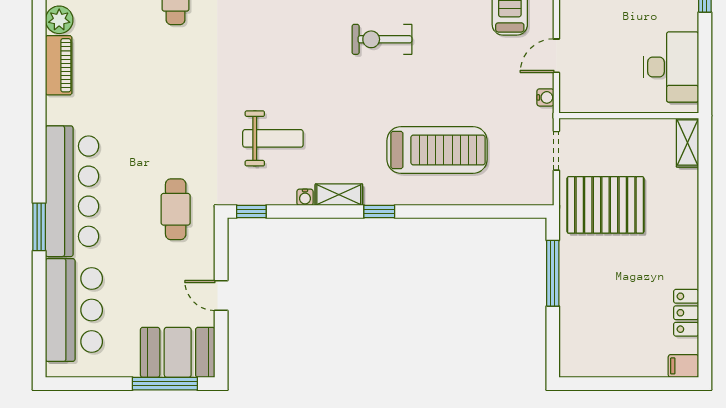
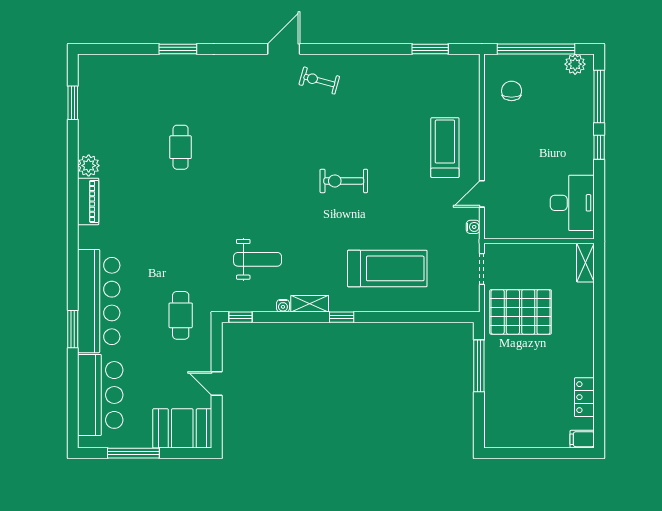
window: (165, 384) -> (133, 453), moved

